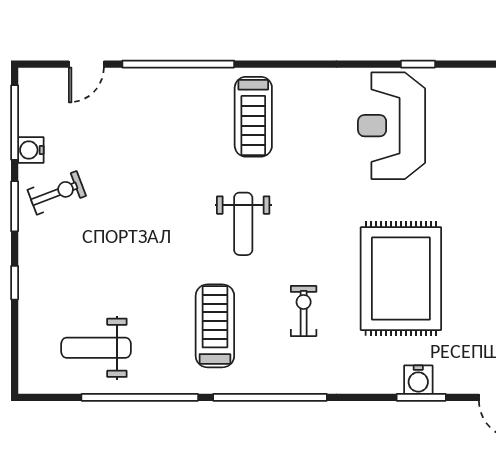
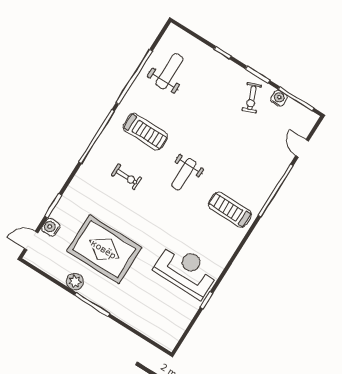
weight bench: (243, 224) -> (184, 174), turned -90
rug: (401, 279) -> (104, 249), moved
water cooler: (418, 380) -> (51, 227), moved

